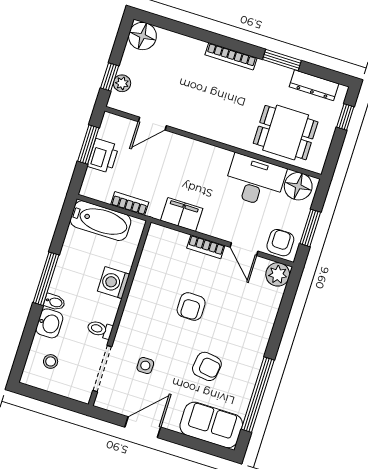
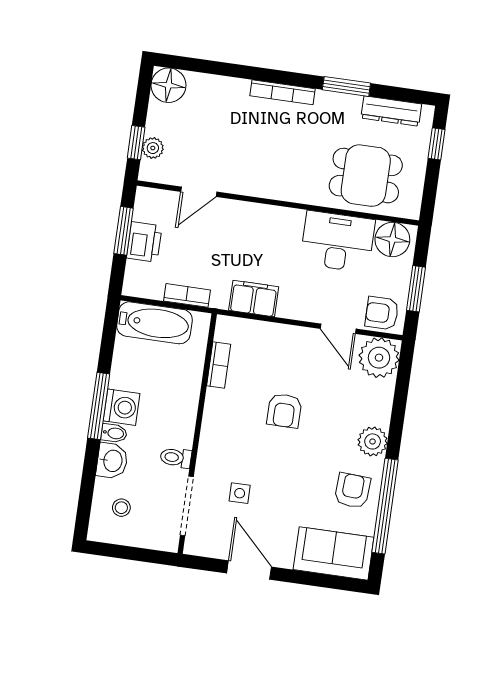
armchair: (280, 243) -> (382, 313), turned -90
bookcase: (206, 247) -> (219, 365), moved, turned -90
plant: (278, 274) -> (379, 358), width x1.36, depth x1.36
washing machine: (114, 283) -> (122, 407), moved, turned 180
plant: (256, 342) -> (373, 441), added
armchair: (207, 366) -> (352, 491), moved, turned -95
door: (143, 427) -> (249, 570), hinge flipped

